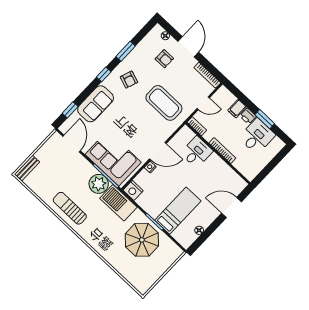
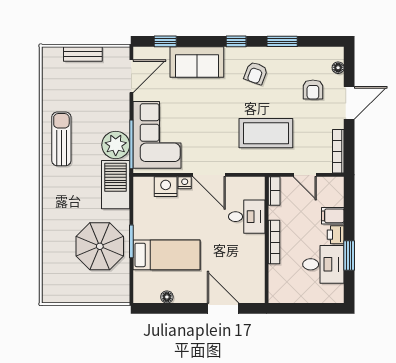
coffee table: (164, 103) -> (266, 133), turned 90
bench: (27, 168) -> (83, 54), moved
nightstand: (133, 190) -> (166, 187), moved, turned 90

